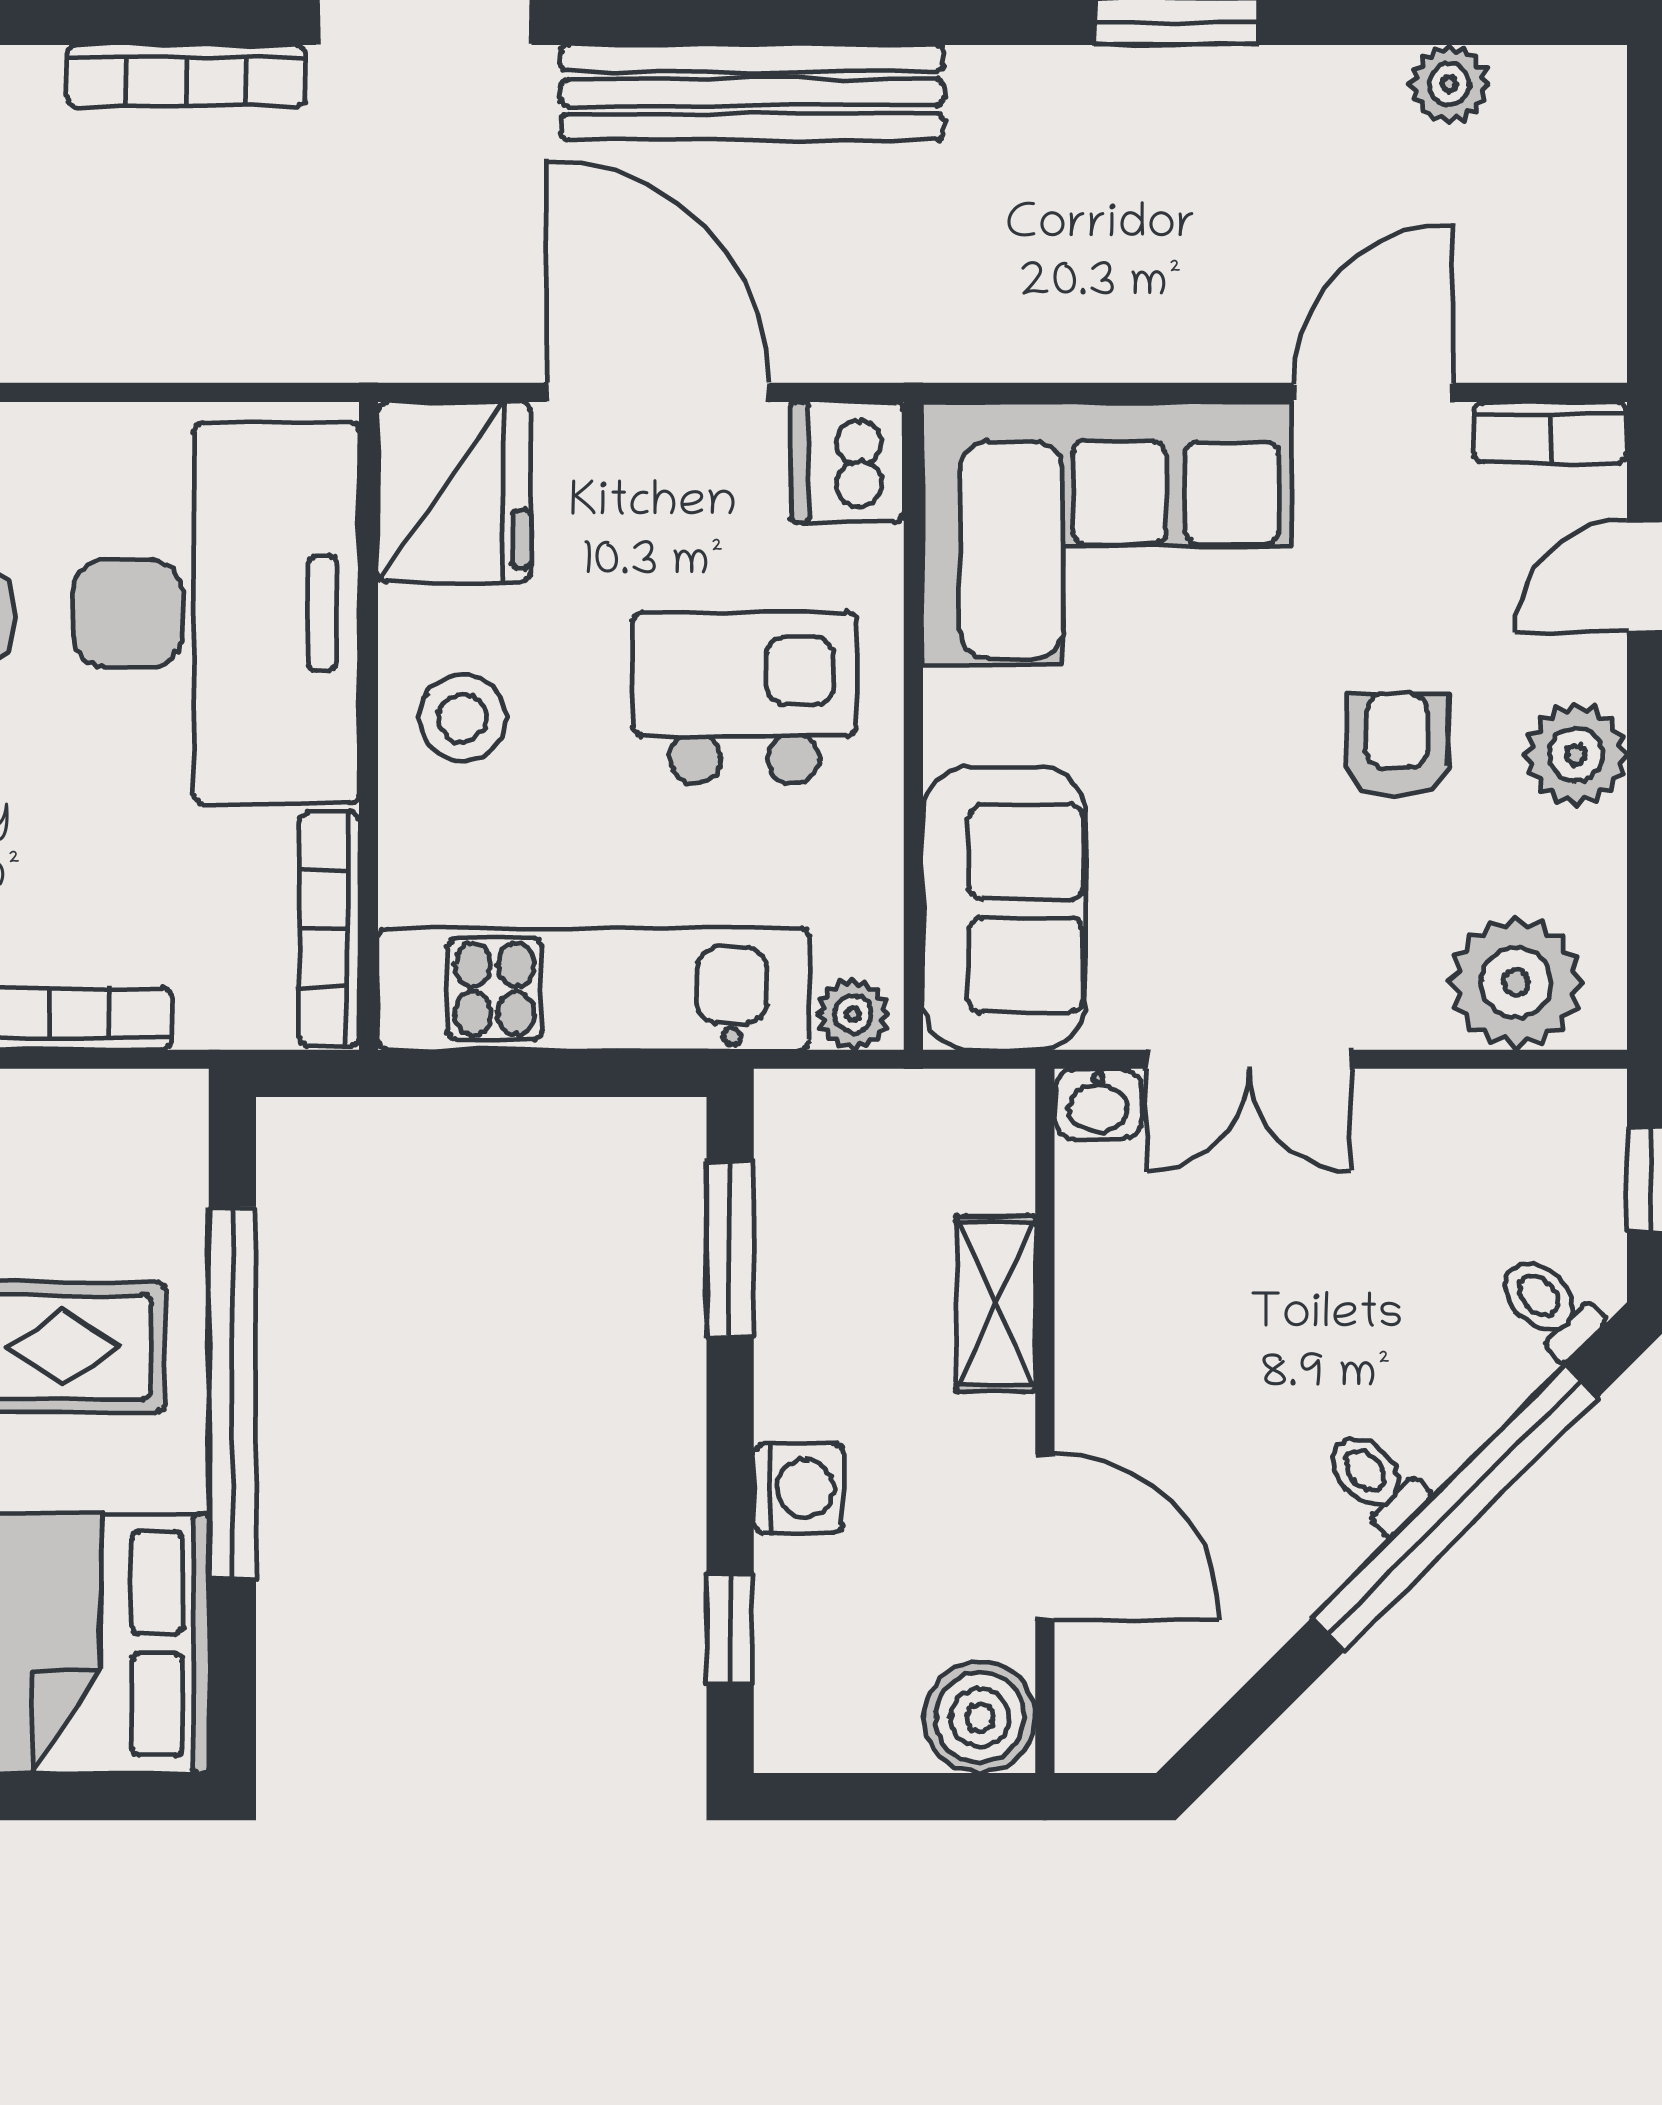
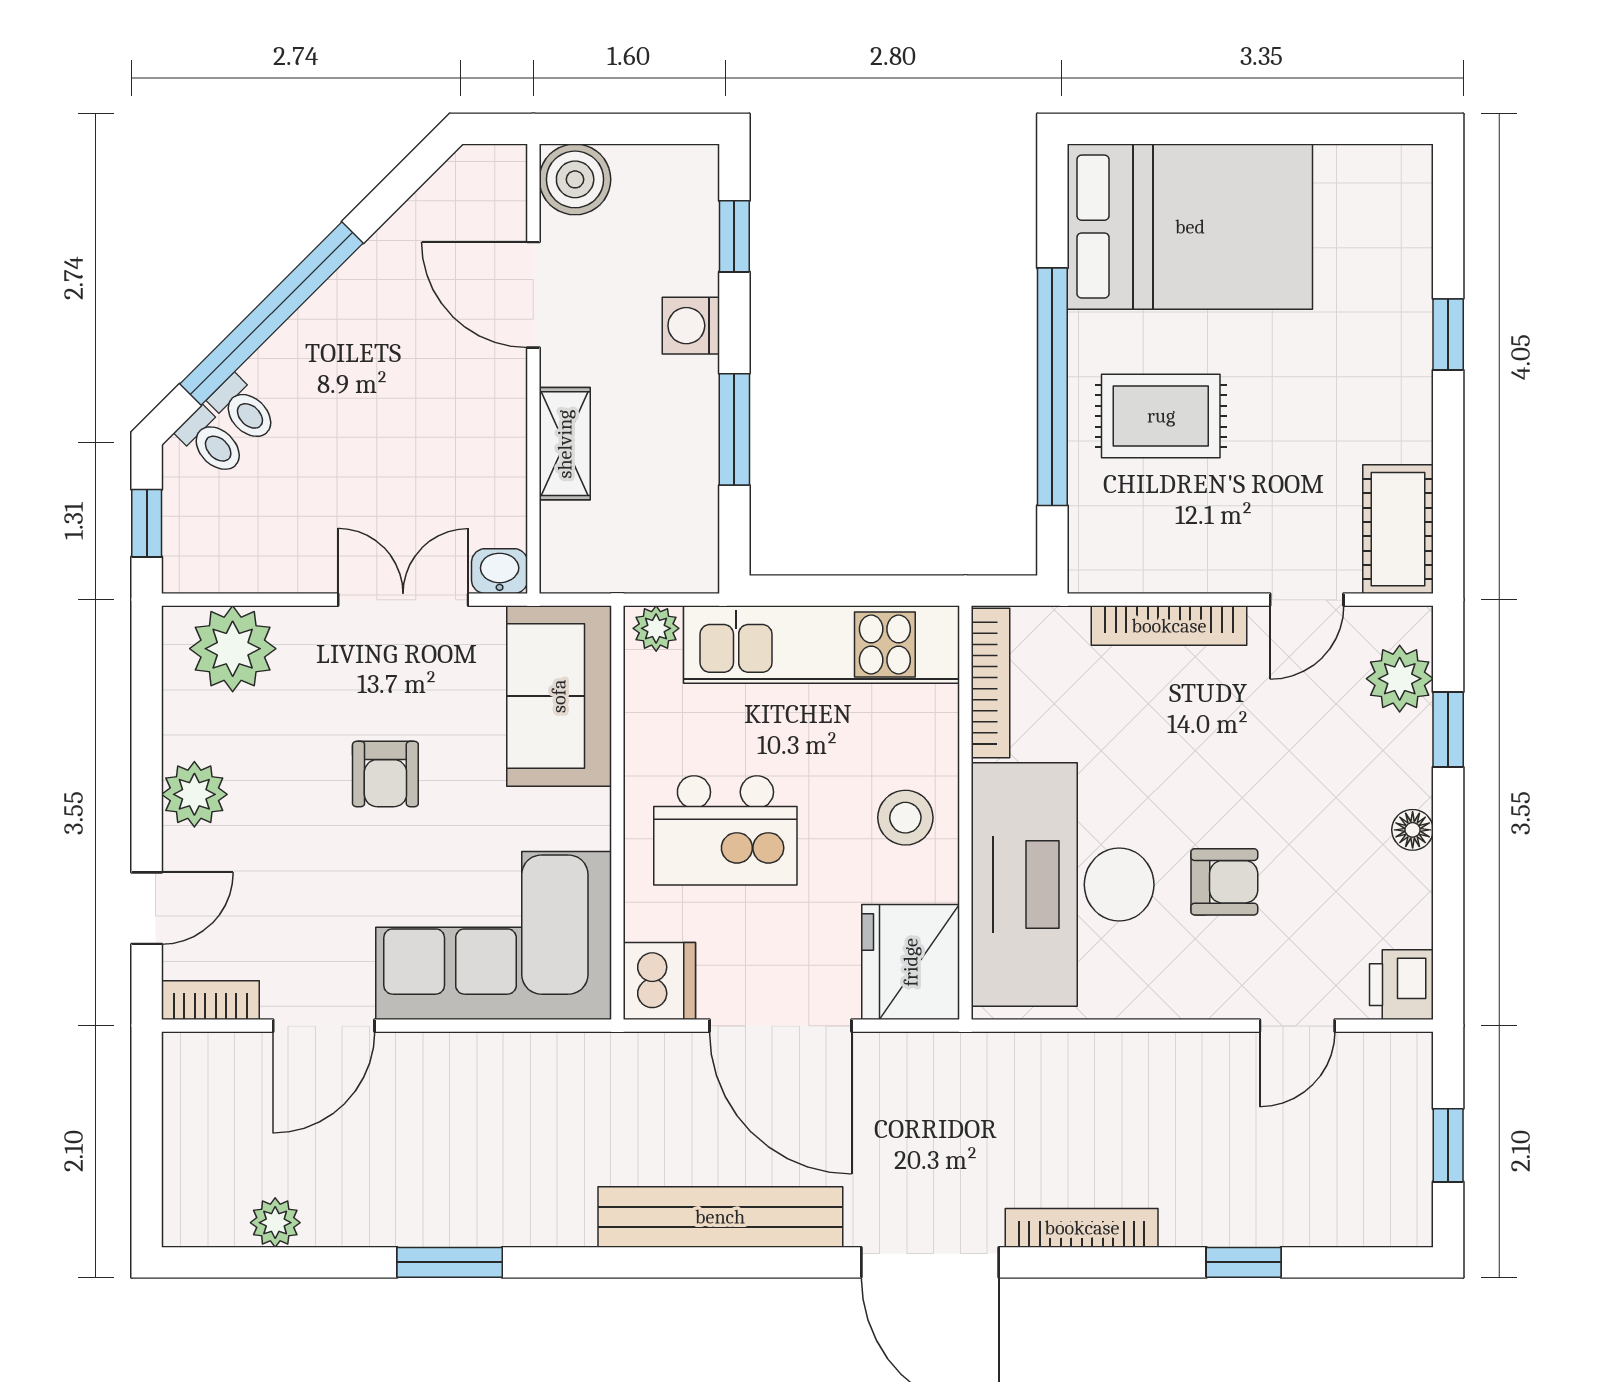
armchair: (1397, 746) -> (385, 774), moved
window: (730, 1249) -> (734, 429), moved
toilet: (1375, 1481) -> (243, 409), moved

